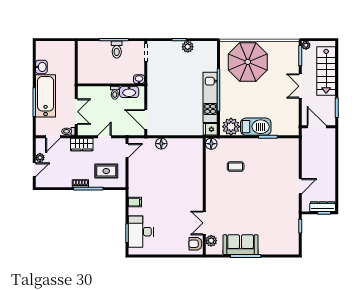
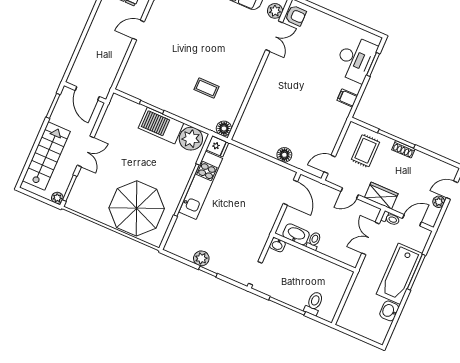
toilet: (117, 50) -> (314, 303), moved
rug: (106, 171) -> (365, 151), turned 90

